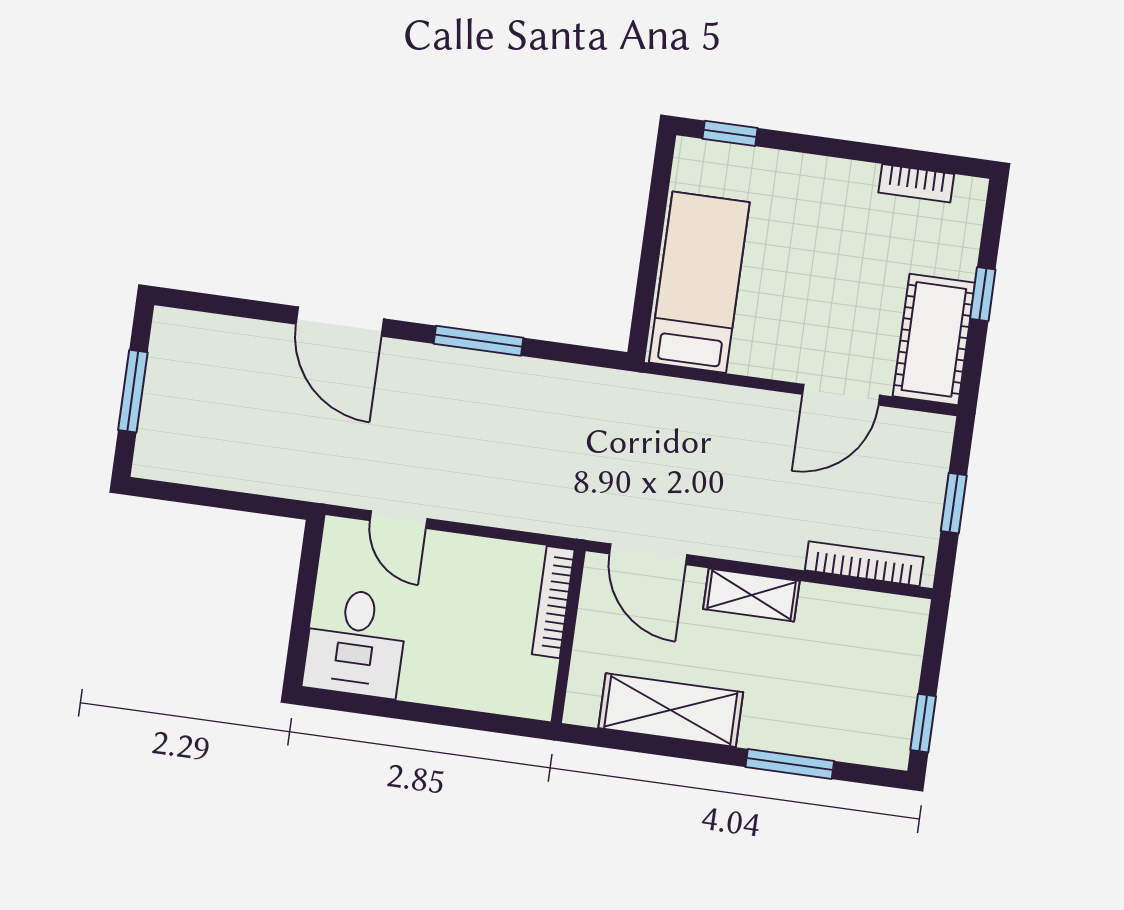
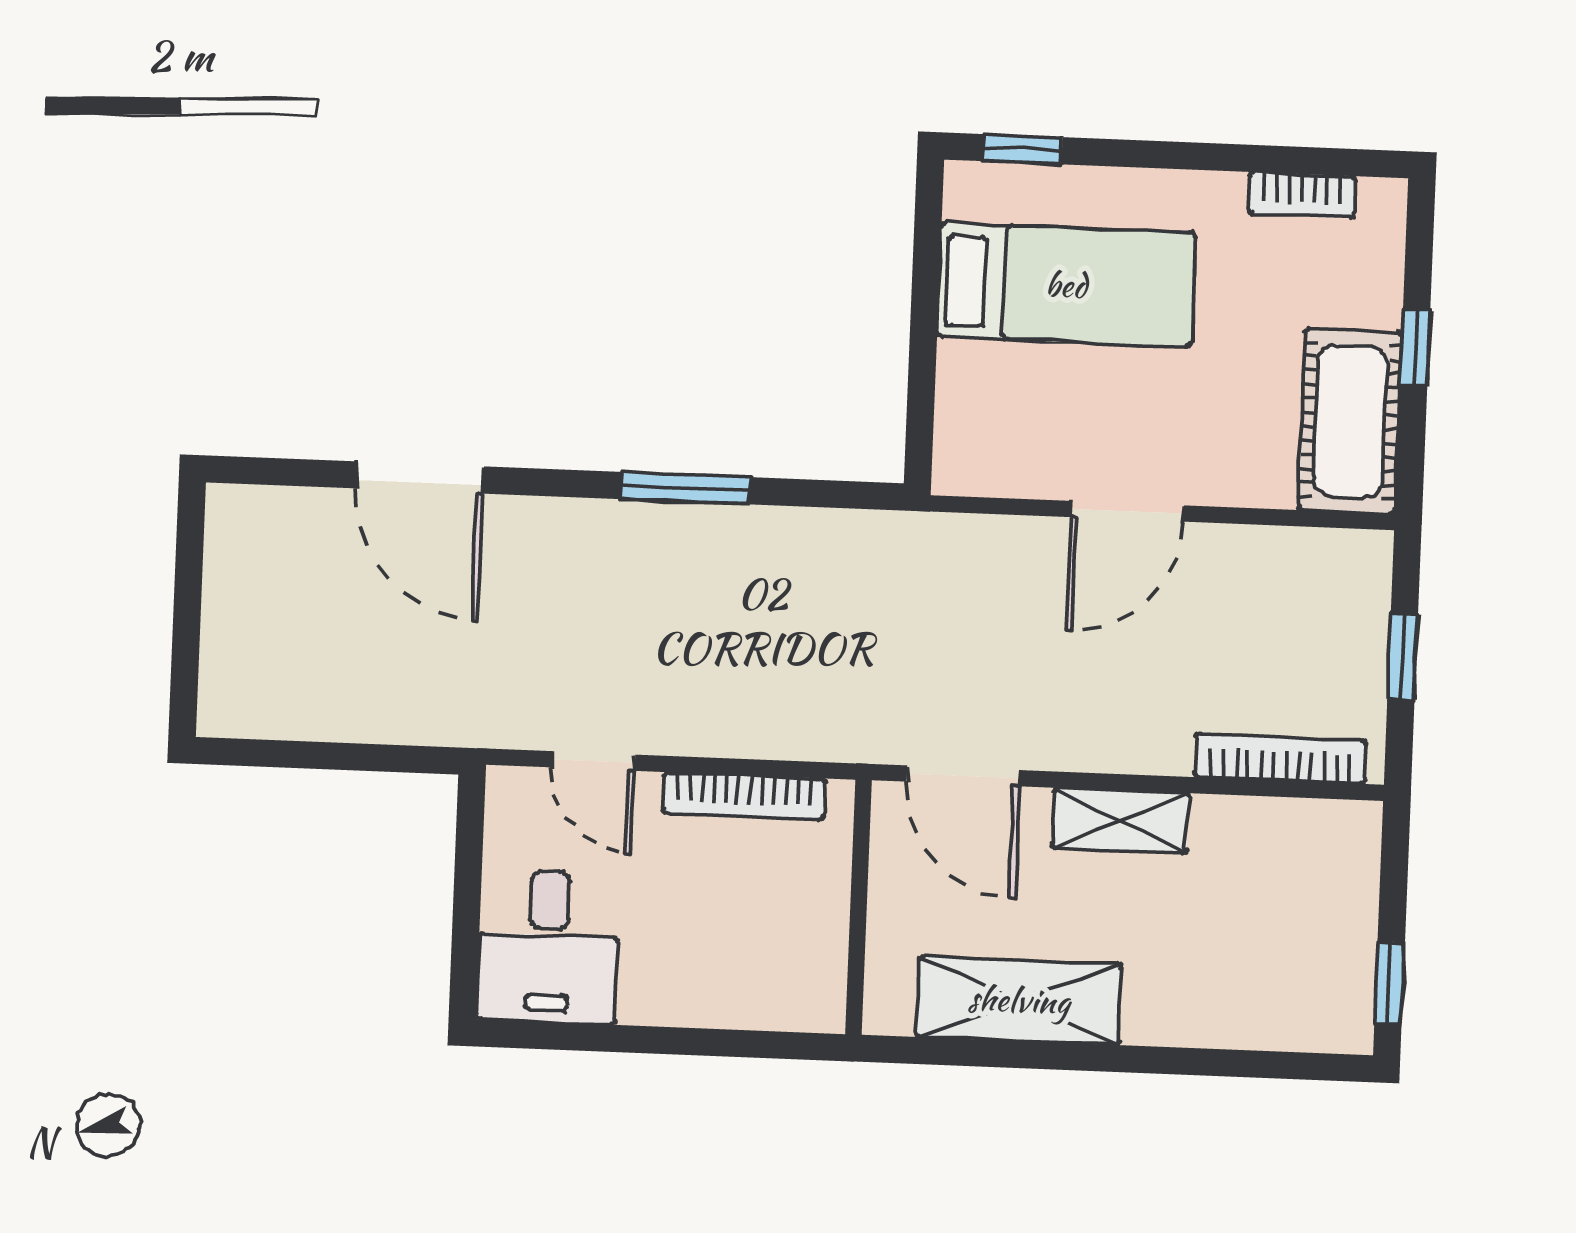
bed: (699, 282) -> (1066, 285), moved, turned 90
door: (340, 321) -> (420, 477), moved
window: (133, 391) -> (187, 611), removed
door: (841, 395) -> (1127, 511), moved
bookcase: (553, 602) -> (744, 796), moved, turned -90
window: (790, 764) -> (1200, 1062), removed

